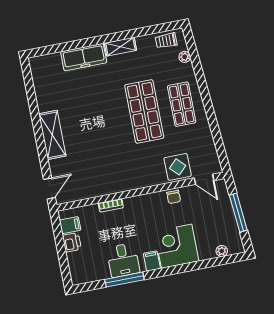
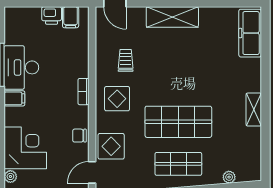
trolley: (166, 41) -> (126, 60), moved
freezer: (84, 57) -> (250, 33), moved
display table: (134, 170) -> (117, 99), added
bookcase: (111, 205) -> (83, 92), moved
corner desk: (177, 246) -> (25, 148), moved
desk: (123, 260) -> (21, 67), width x1.37

